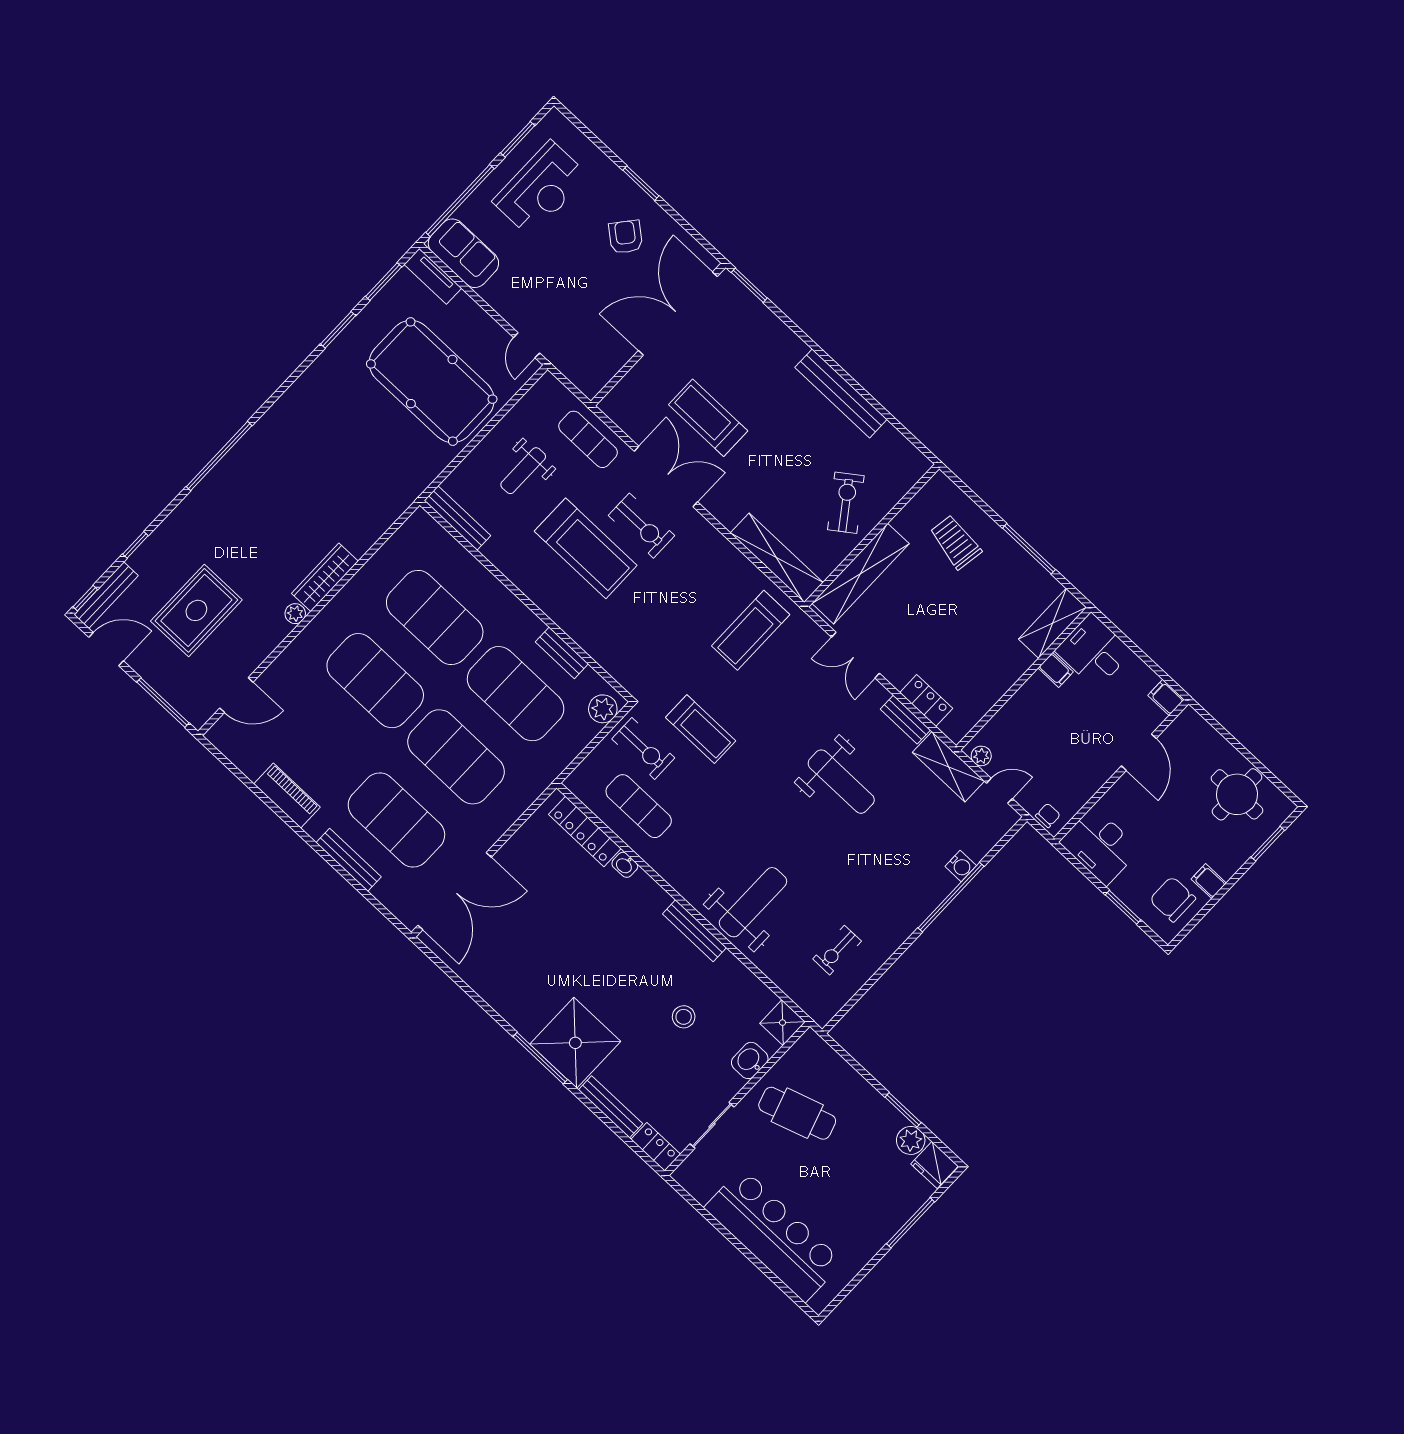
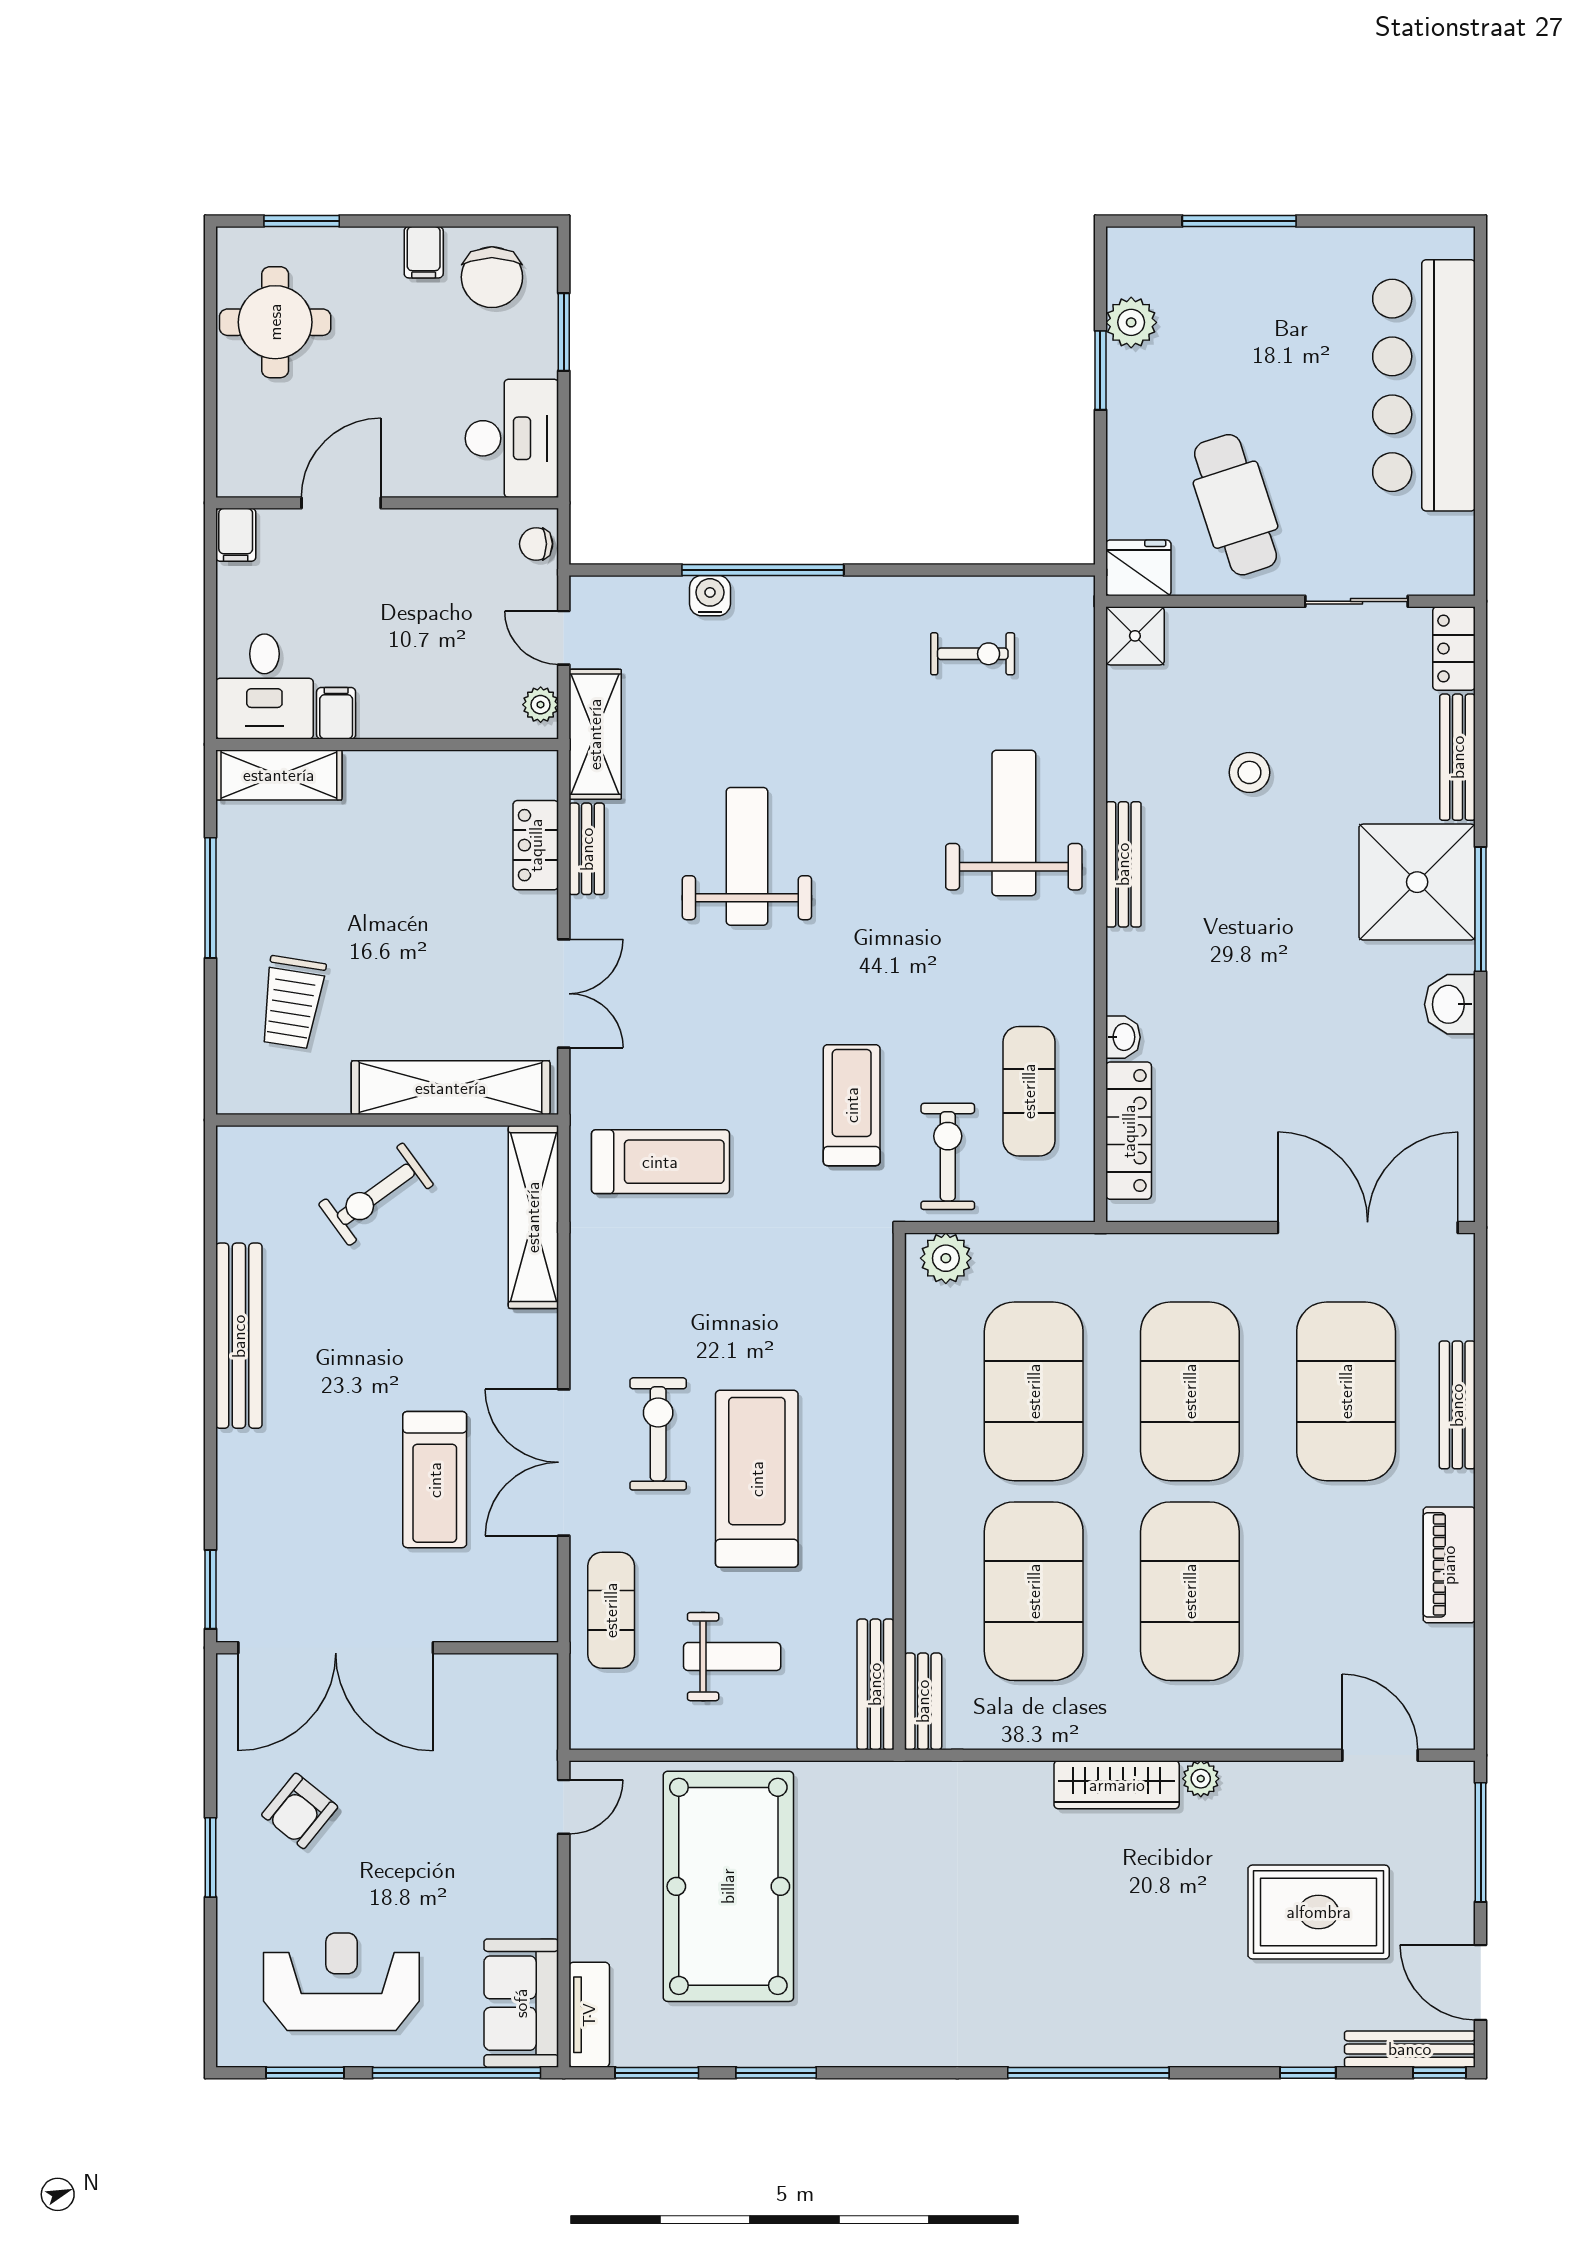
bench: (562, 653) -> (923, 1701), moved
weight bench: (753, 902) -> (1014, 823), turned 90
washbasin: (750, 1060) -> (1450, 1004), moved, turned 90
fridge: (935, 1165) -> (1138, 568), moved, turned -90

